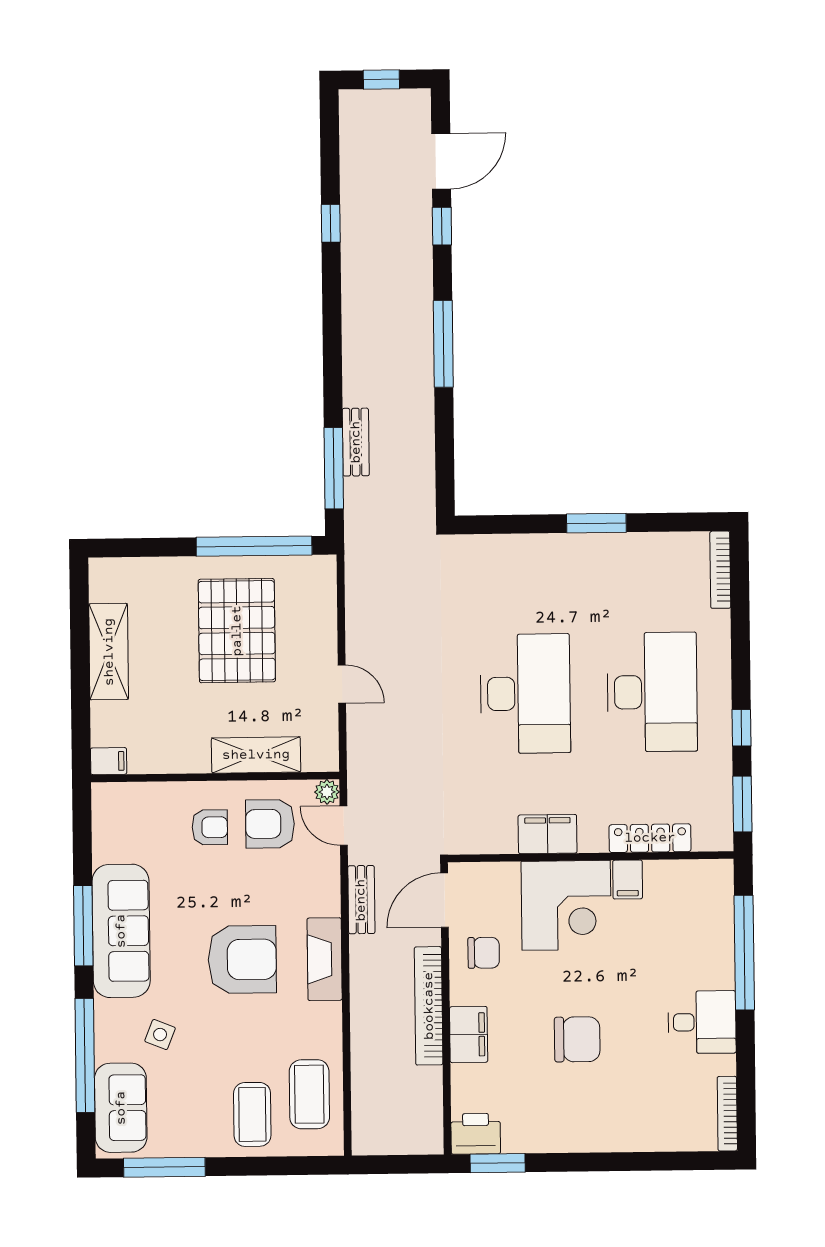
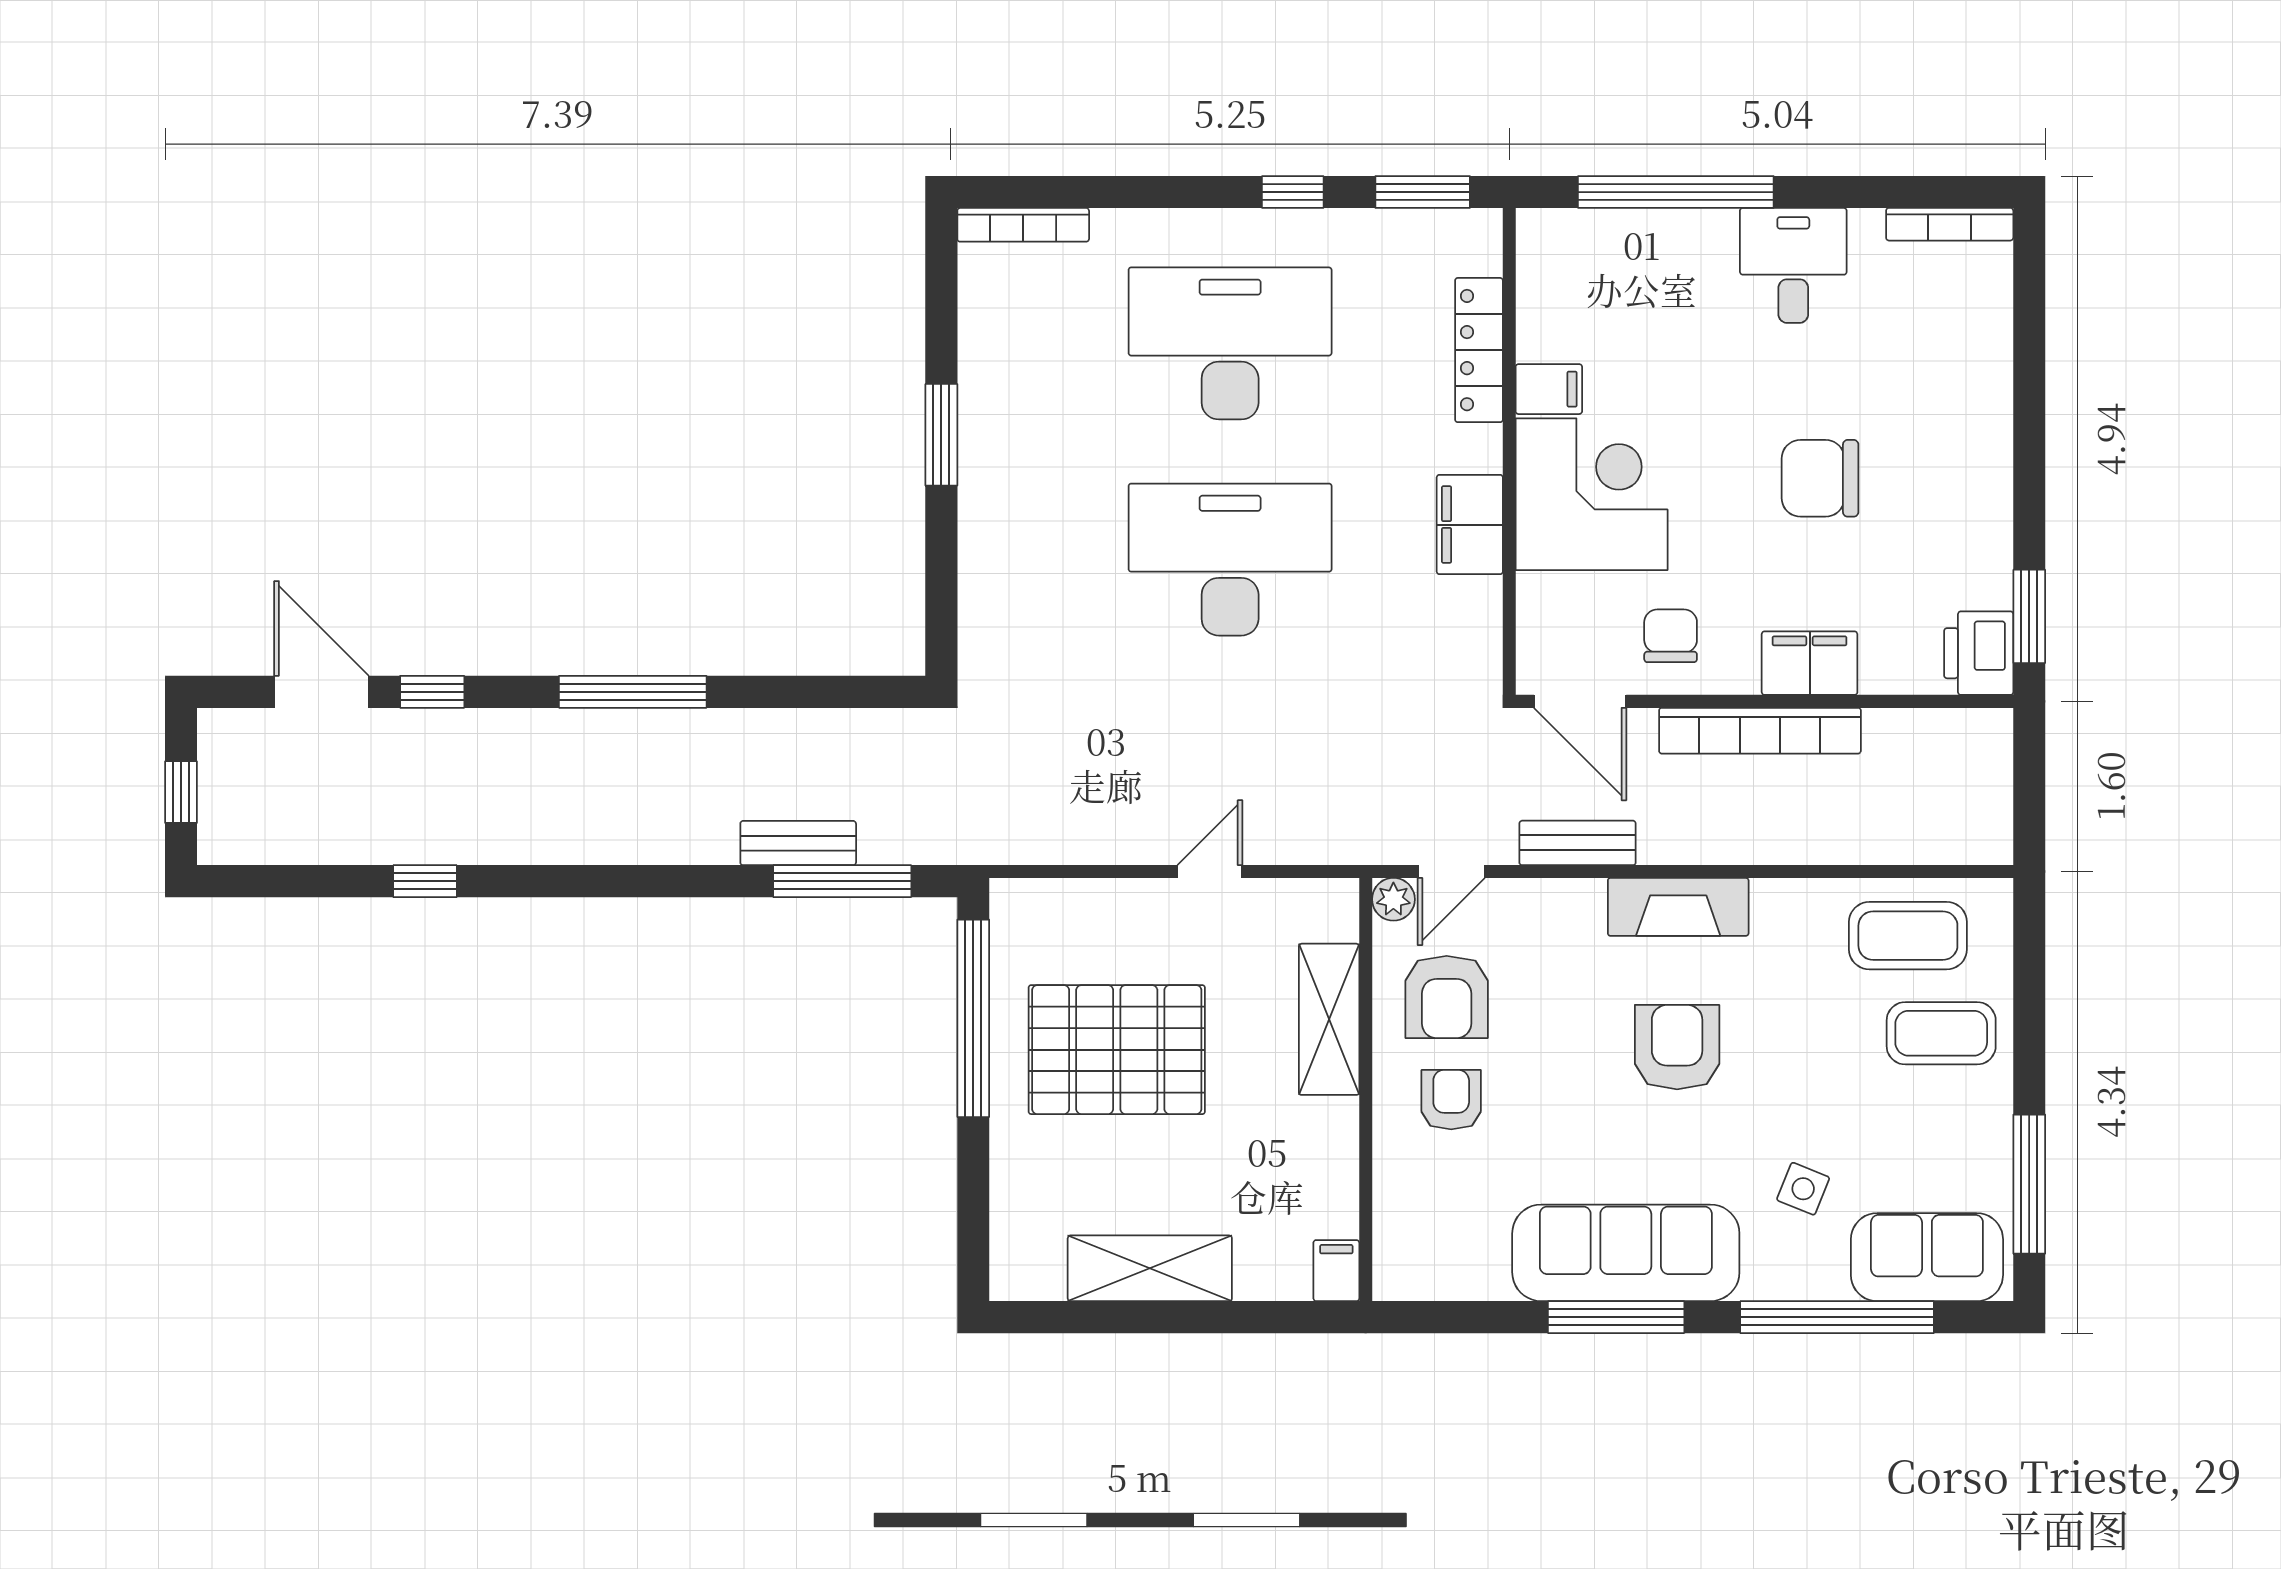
armchair: (242, 960) -> (1677, 1047), width x0.73, depth x0.73
chair: (577, 1039) -> (1820, 478), turned -90

